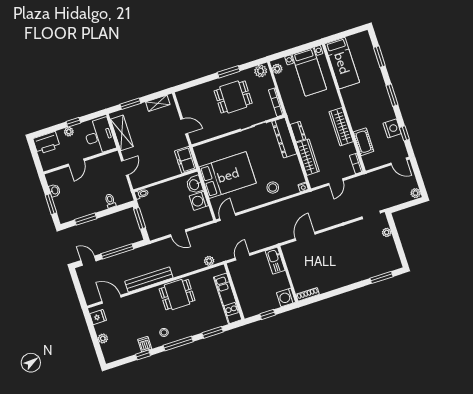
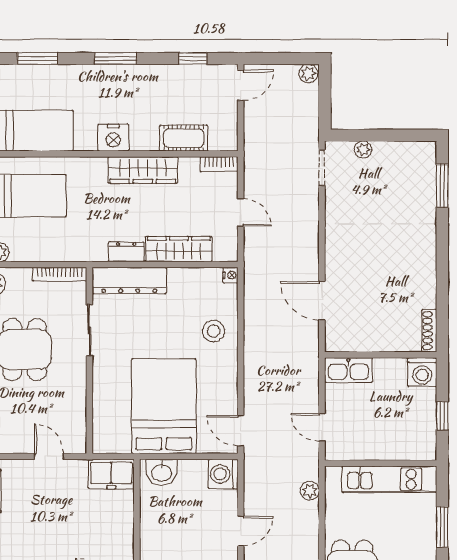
door: (184, 126) -> (49, 456), hinge flipped
nightstand: (392, 128) -> (113, 138), moved, turned 180
washing machine: (199, 201) -> (223, 474), moved, turned 90

